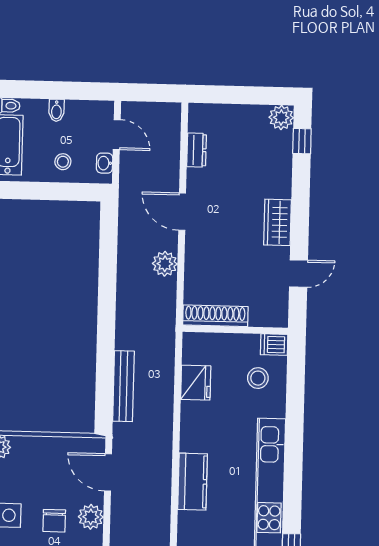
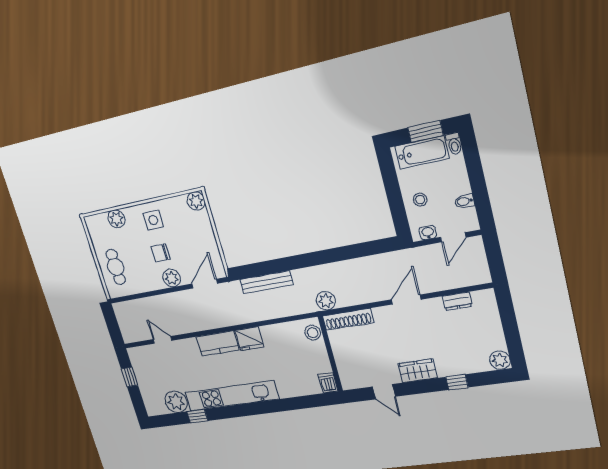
bidet: (56, 110) -> (464, 201), moved
window: (302, 141) -> (457, 382), moved
plant: (165, 264) -> (326, 301), moved
shoe rack: (215, 316) -> (348, 319), moved, turned 90
stool: (258, 378) -> (313, 333), moved
fridge: (196, 383) -> (249, 339), moved

